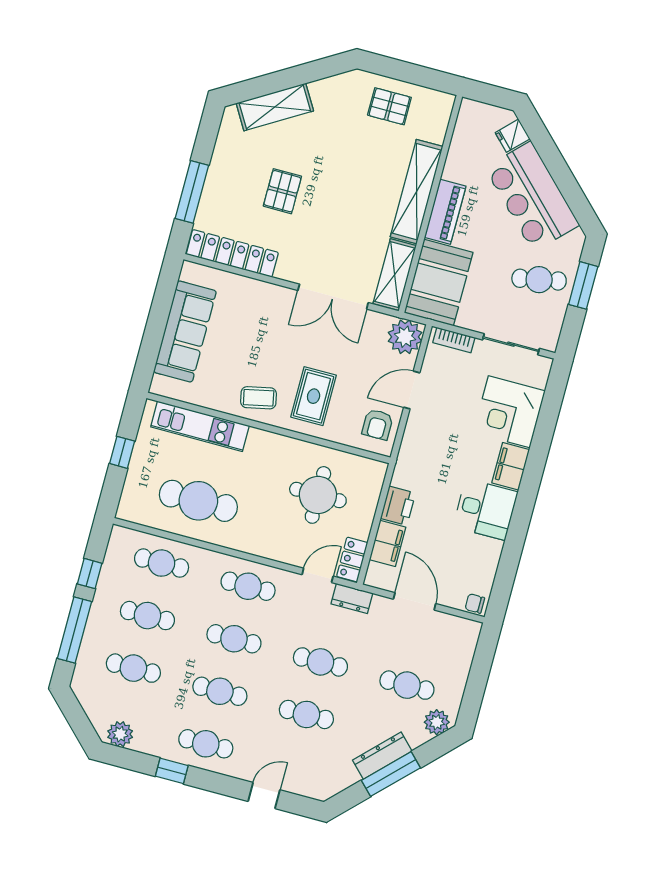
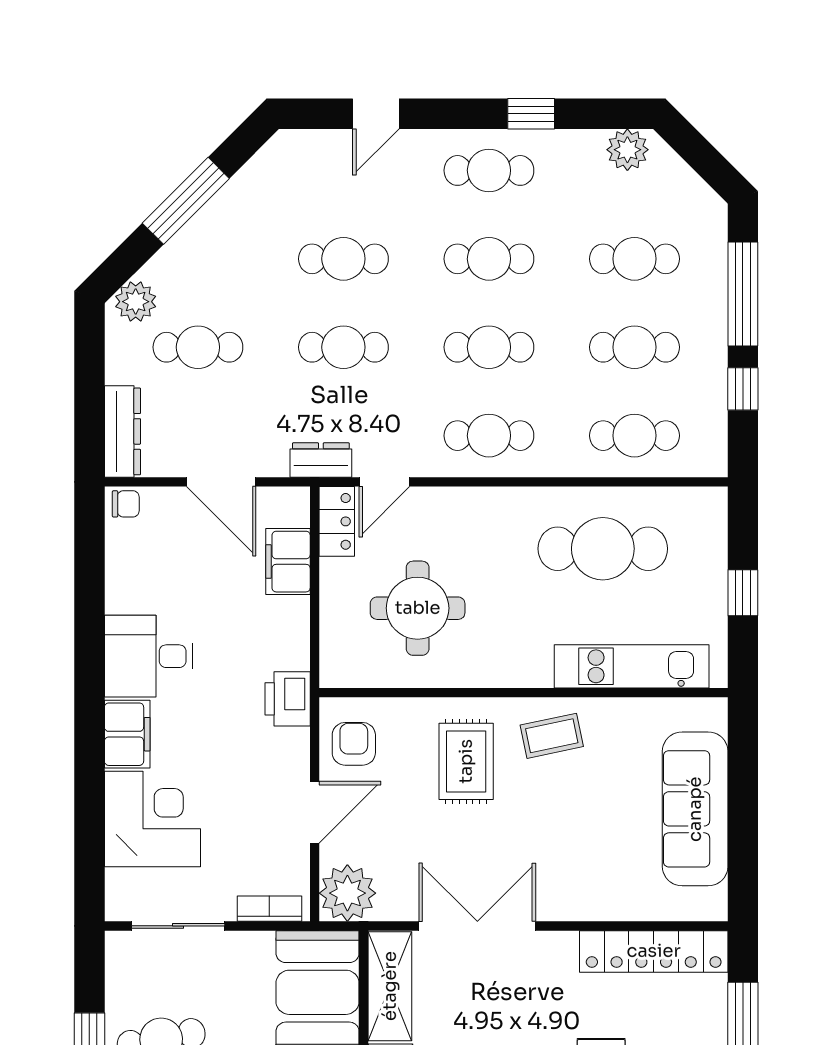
printer: (398, 506) -> (288, 699), moved
dresser: (382, 756) -> (122, 431), moved, turned -45

